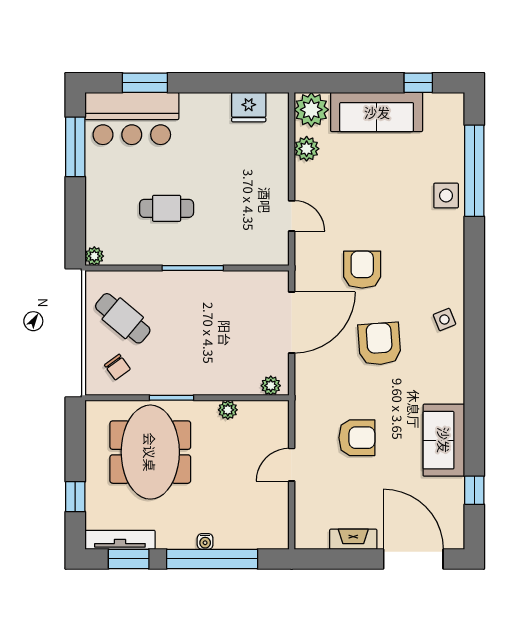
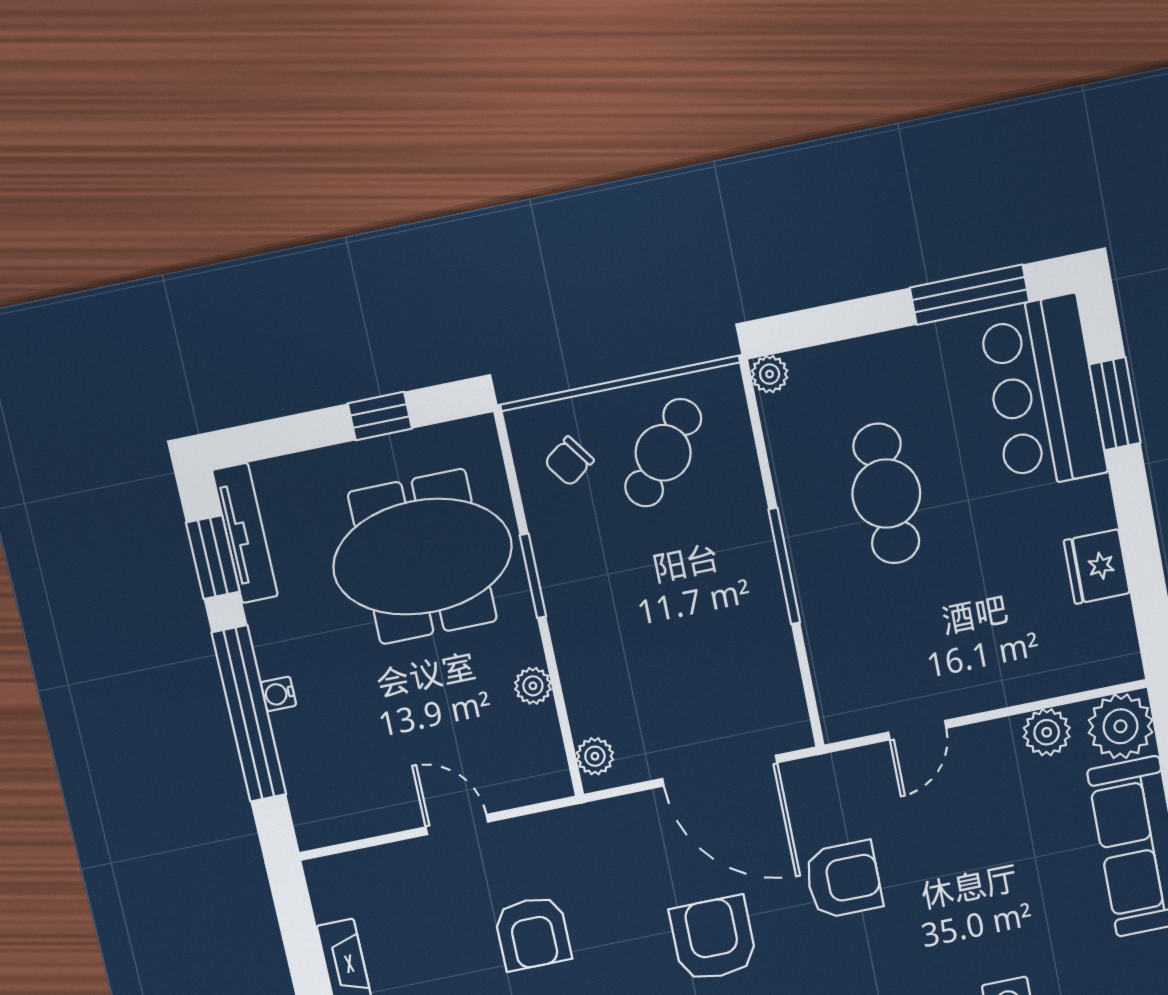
fridge: (249, 107) -> (1097, 567), moved
cafe table: (167, 208) -> (886, 494), width x1.37, depth x1.35
armchair: (379, 344) -> (713, 939), turned -86
window: (75, 497) -> (380, 416), moved

